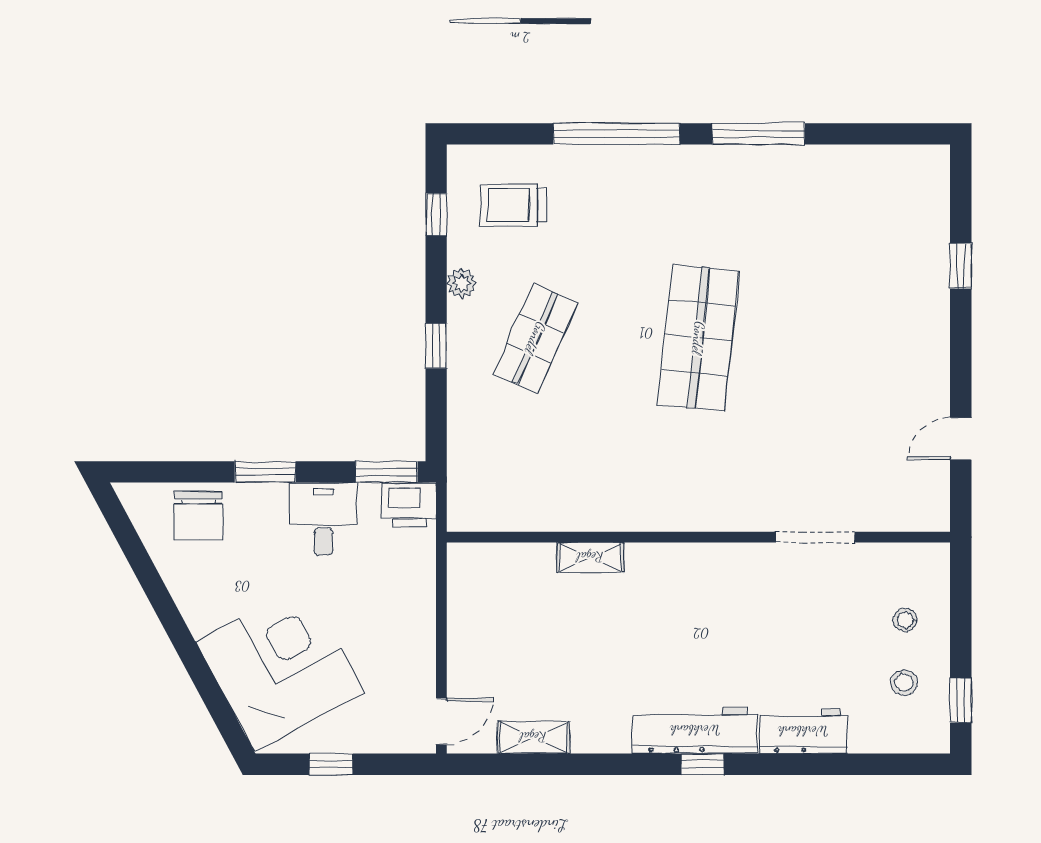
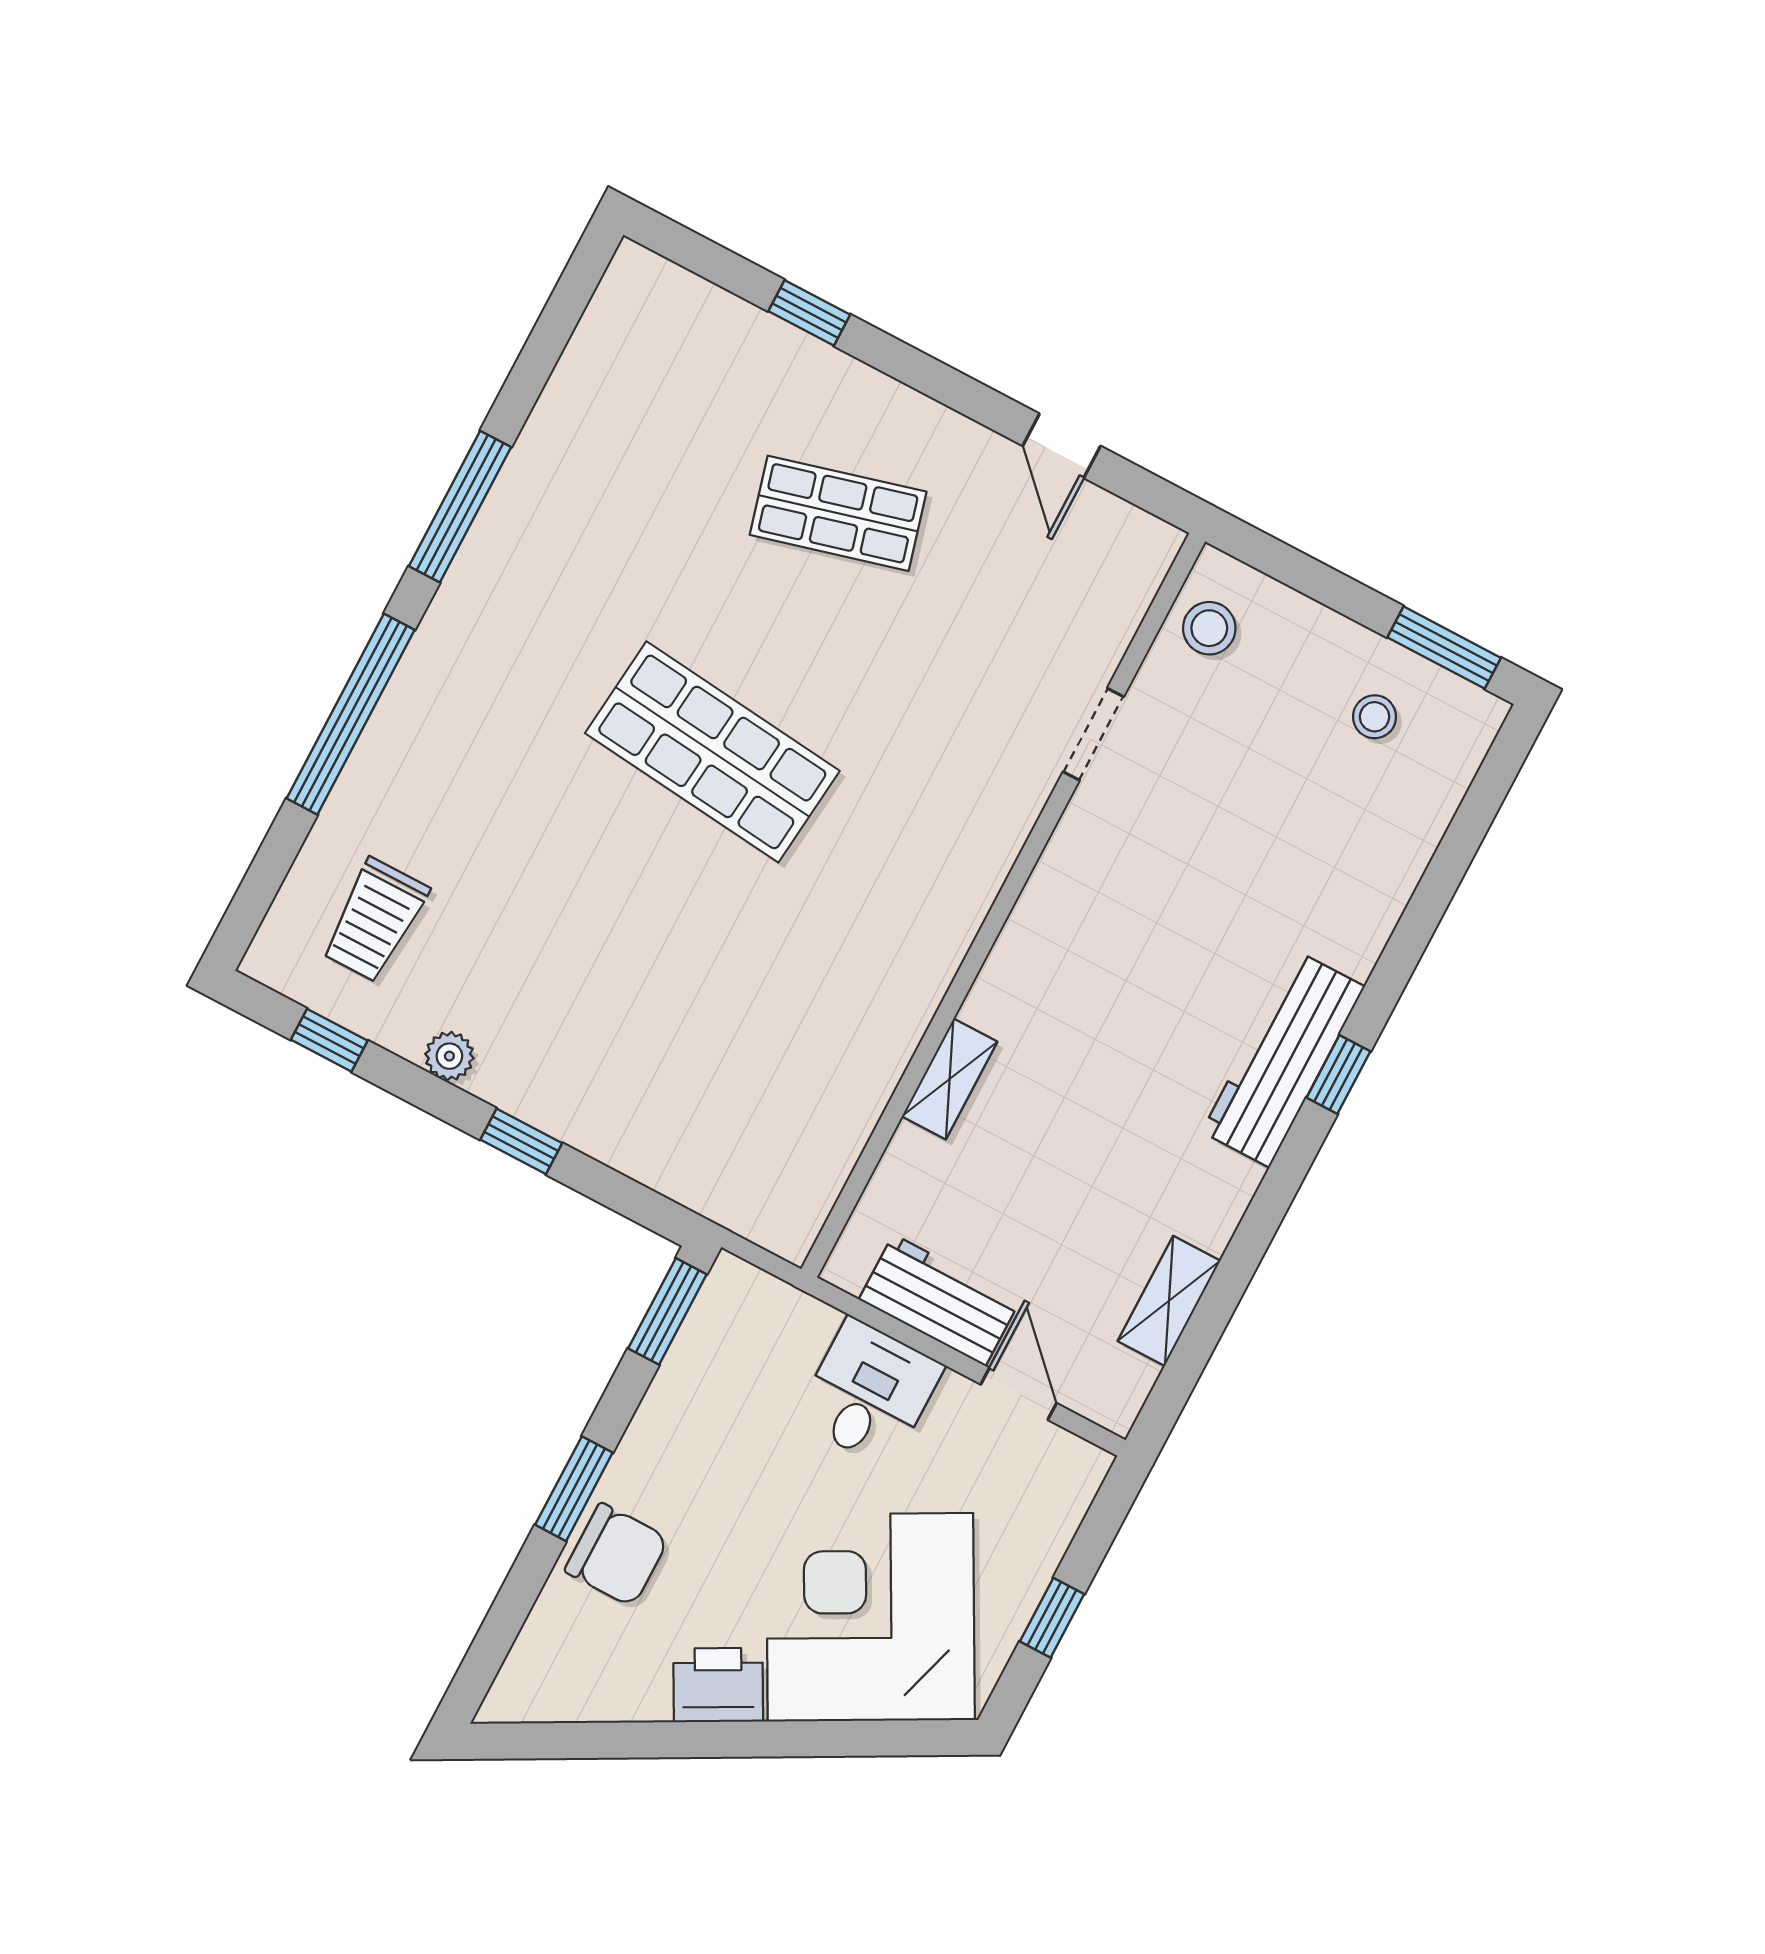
shop shelf: (535, 338) -> (838, 513), moved, turned -39
printer: (409, 505) -> (718, 1685), moved, turned -118
chair: (198, 516) -> (617, 1555), moved
desk: (323, 519) -> (869, 1393), moved, turned 90
doorway: (815, 537) -> (1093, 734), width x0.73
stool: (905, 620) -> (1209, 628), moved, width x1.37, depth x1.37
window: (961, 700) -> (1444, 648), width x1.50
door: (441, 721) -> (1019, 1394), moved
workbench: (803, 731) -> (939, 1300), moved, turned 90

